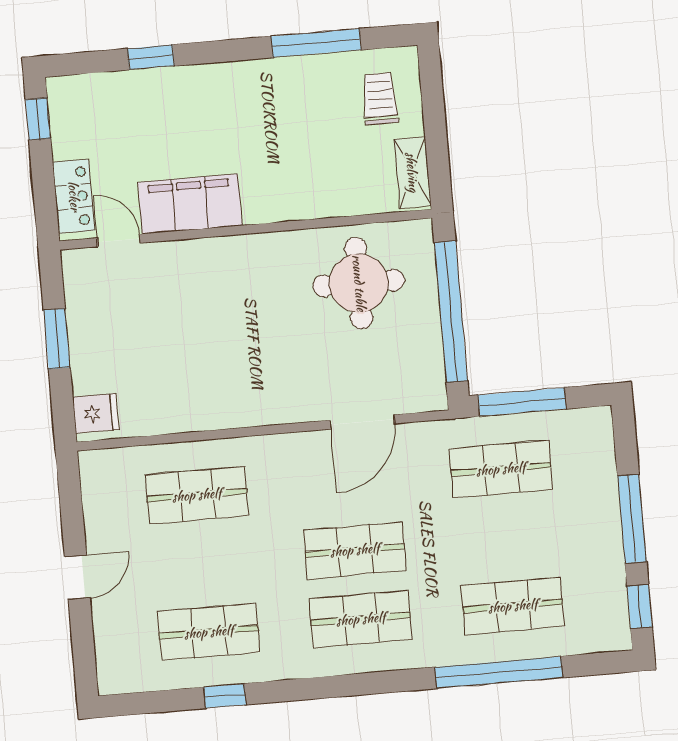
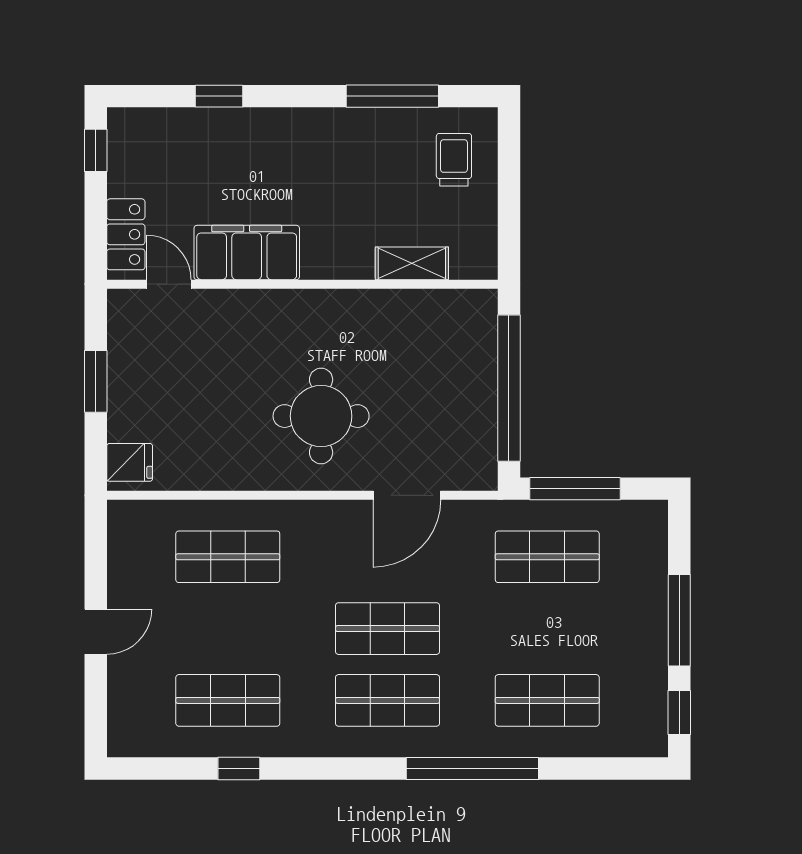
shelving: (412, 172) -> (412, 263), moved, turned 90
round table: (359, 283) -> (321, 416), moved
window: (499, 672) -> (472, 769), moved

